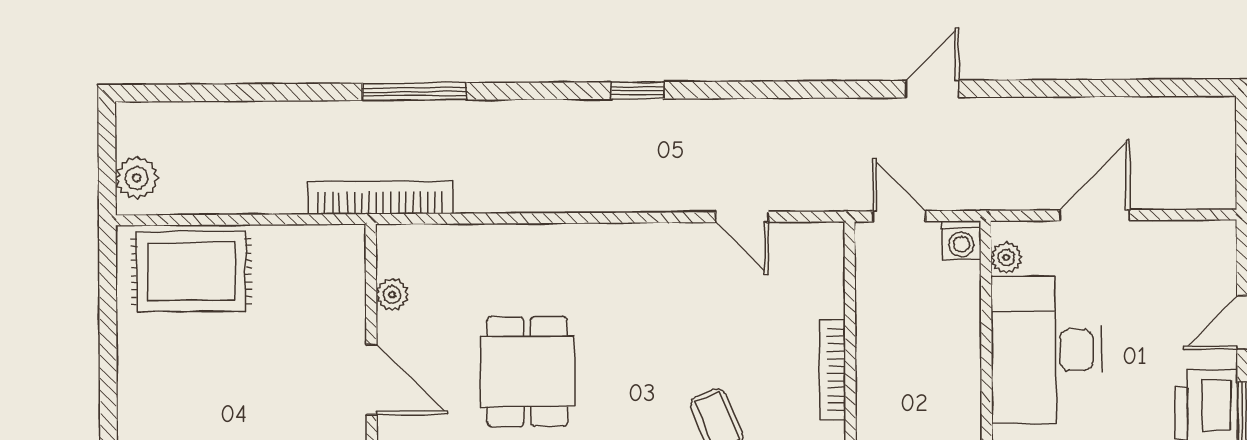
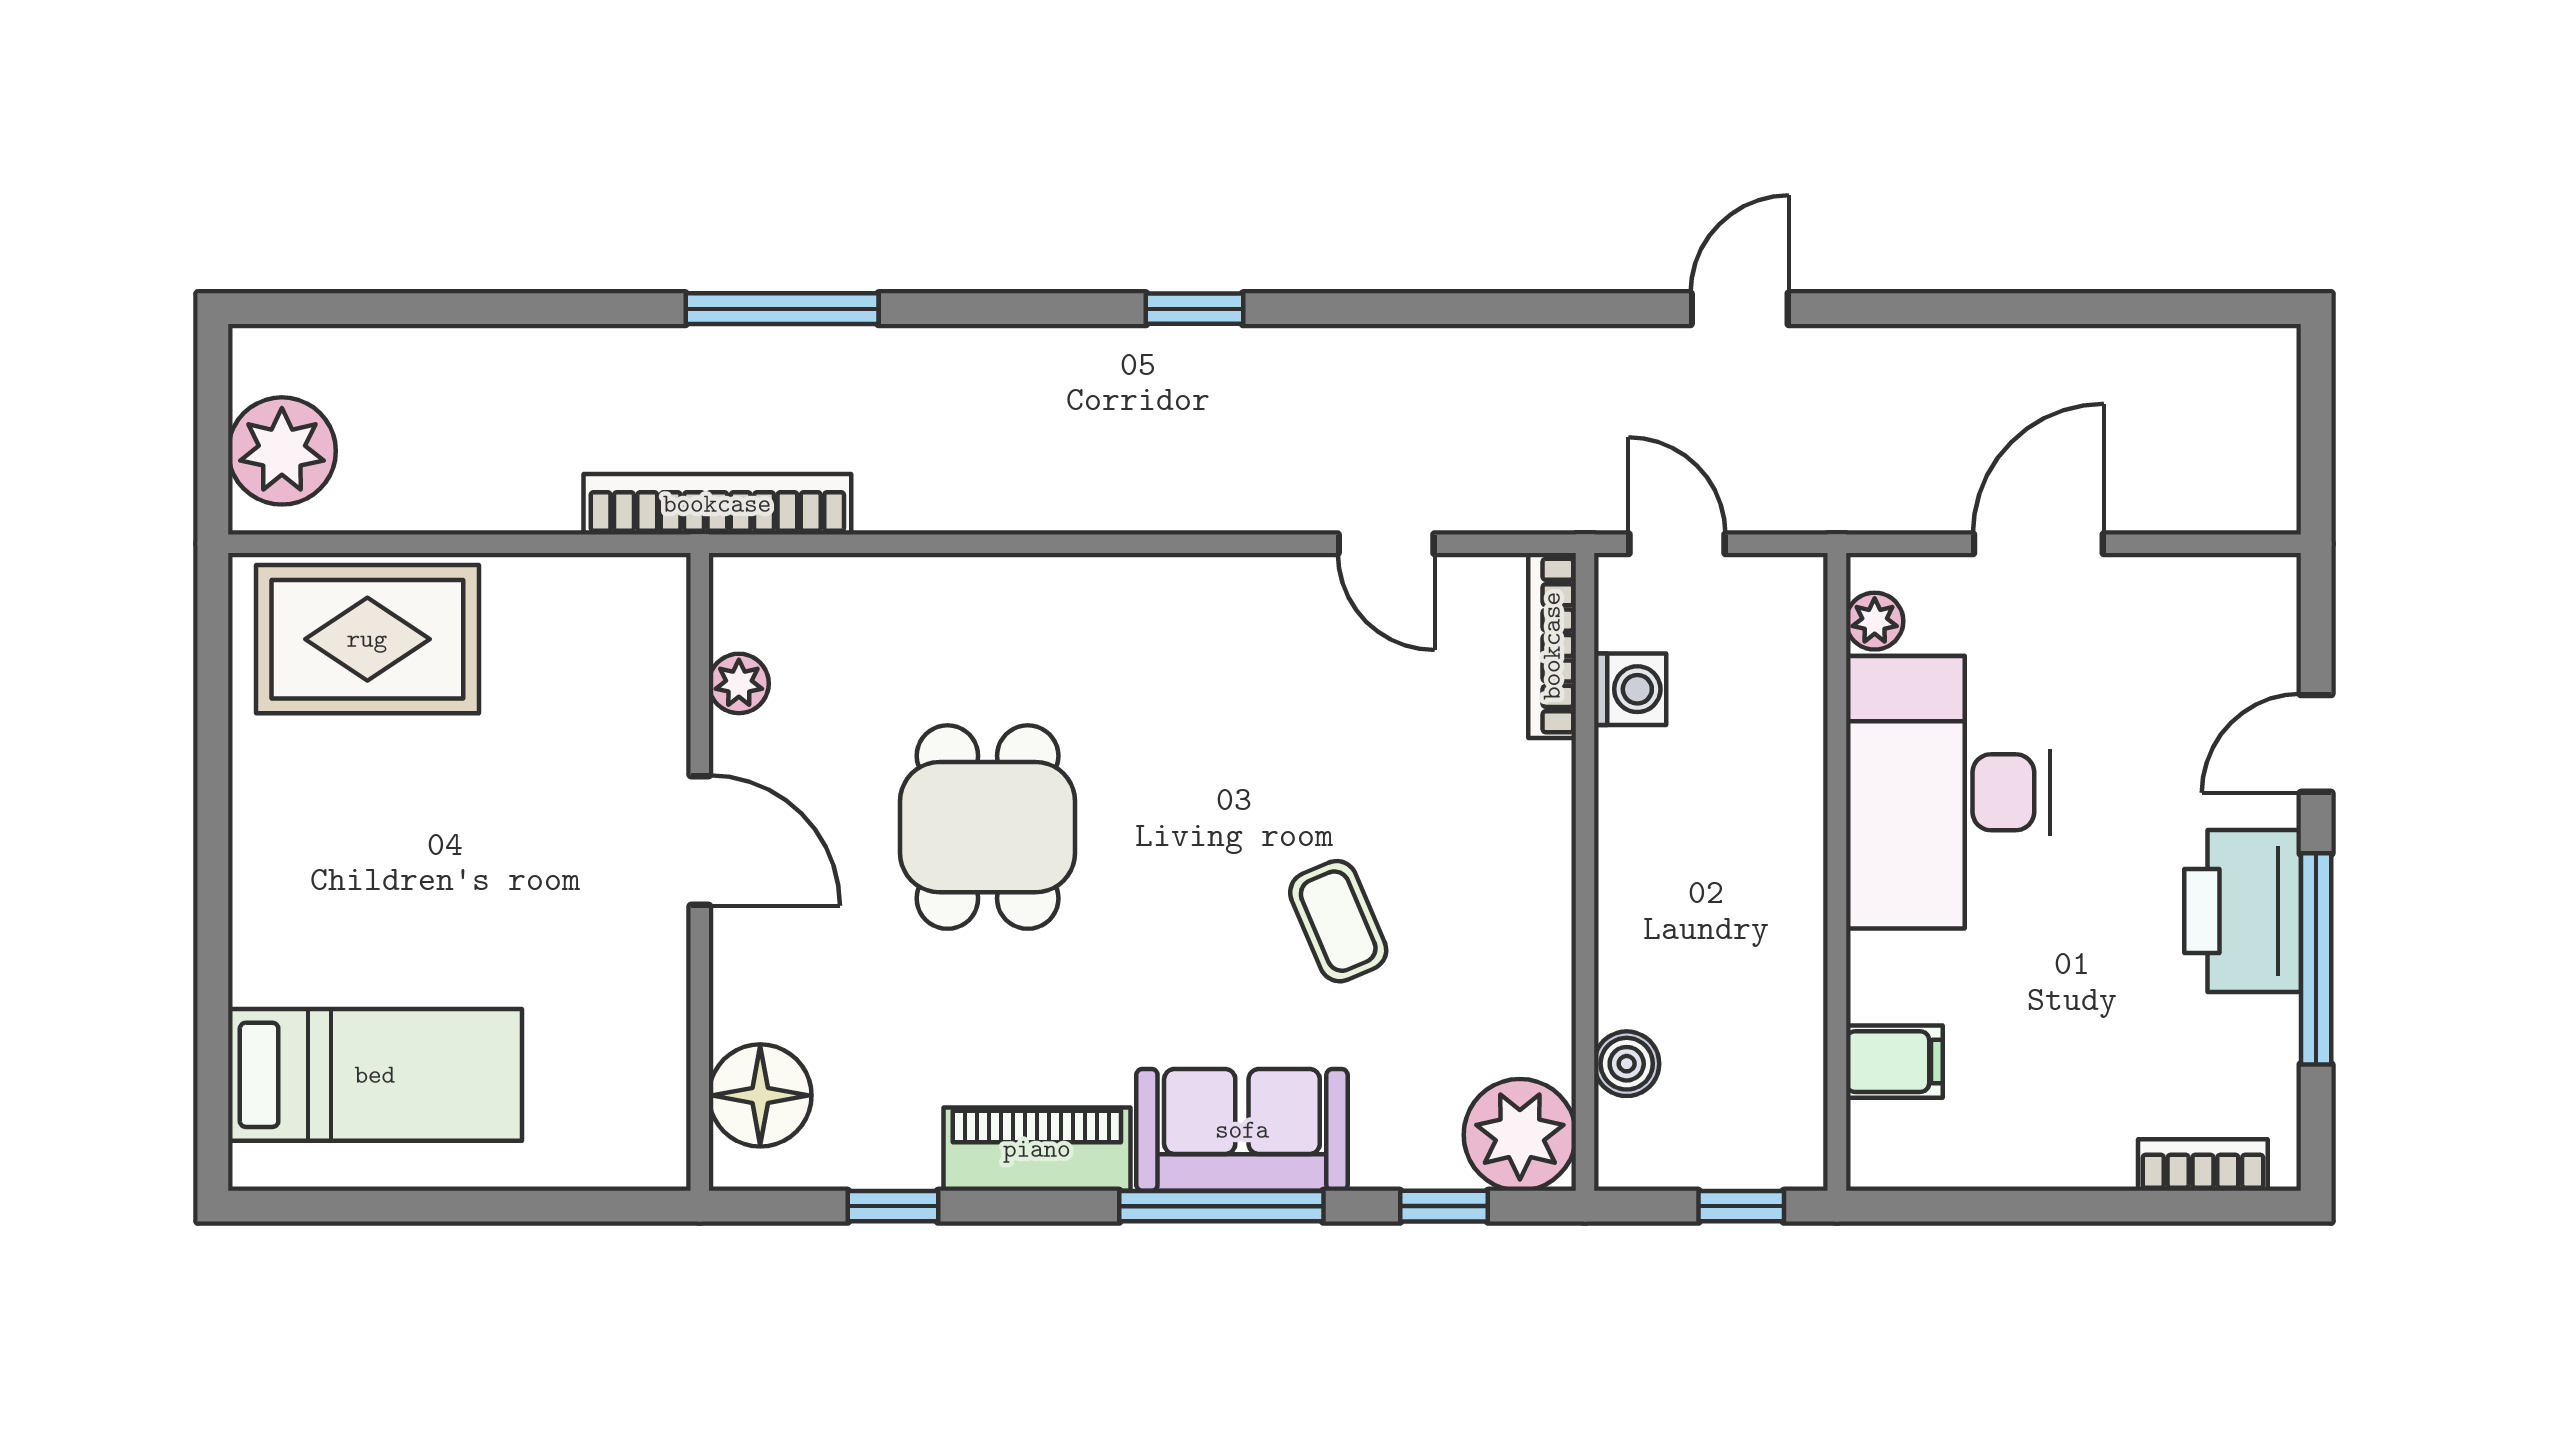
plant: (137, 178) -> (282, 451), width x1.36, depth x1.36
washing machine: (961, 240) -> (1630, 689), moved, turned -90
bookcase: (833, 370) -> (1552, 646), moved

